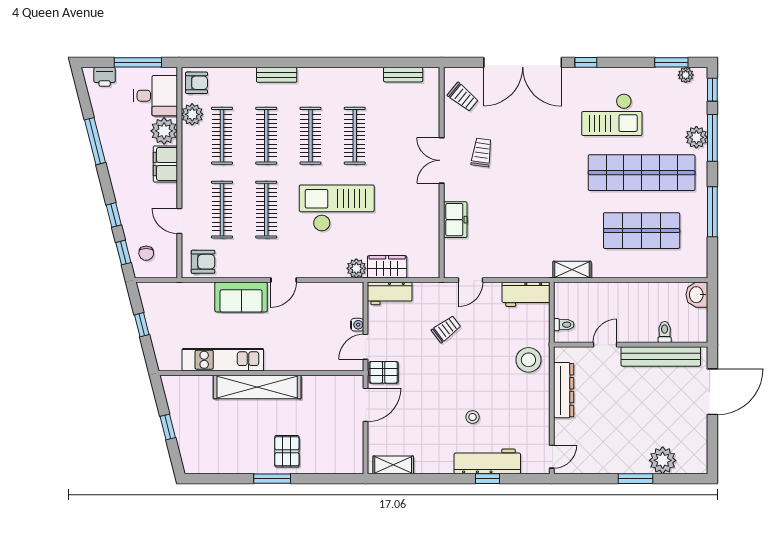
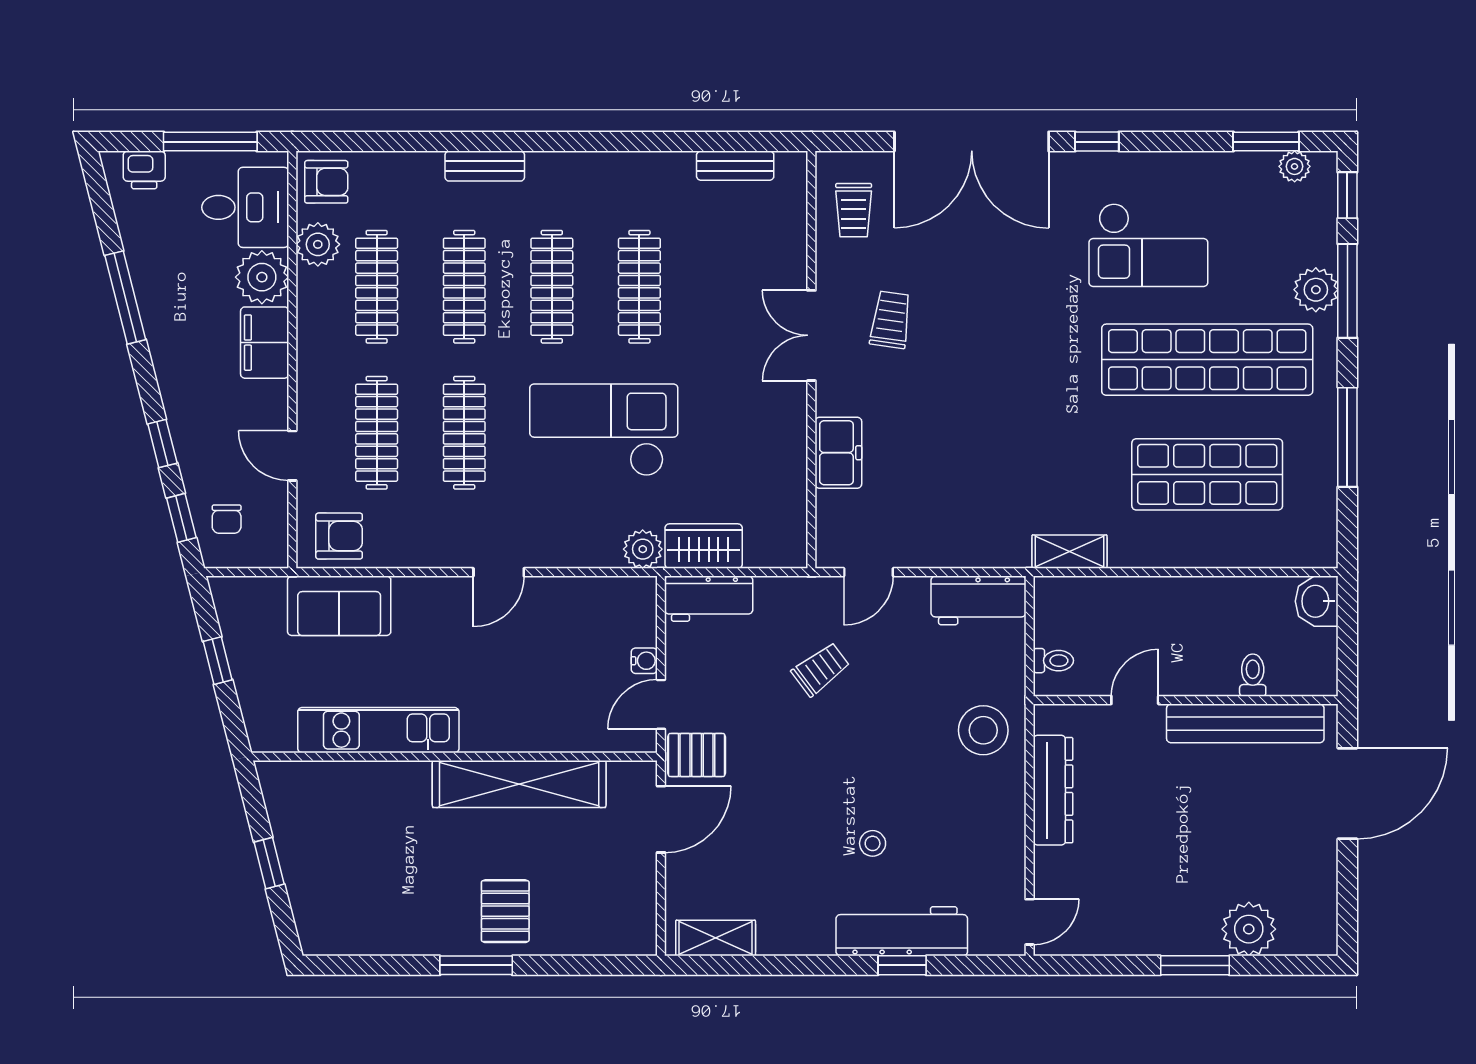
trolley: (463, 97) -> (854, 210), turned 51
sofa: (241, 297) -> (339, 606), moved
shelving: (257, 387) -> (519, 784), moved

